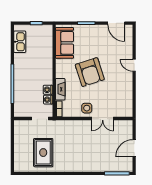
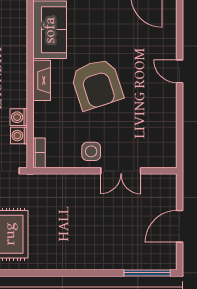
fireplace: (60, 89) -> (42, 80), moved

